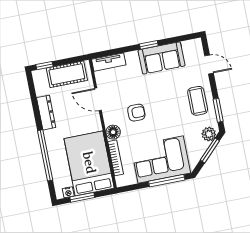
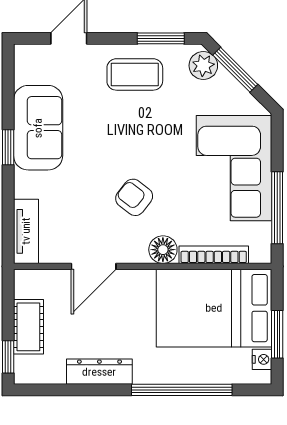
cot: (67, 74) -> (28, 327), width x0.73, depth x0.75
armchair: (136, 113) -> (134, 197), turned -52
window: (167, 181) -> (277, 208), moved

